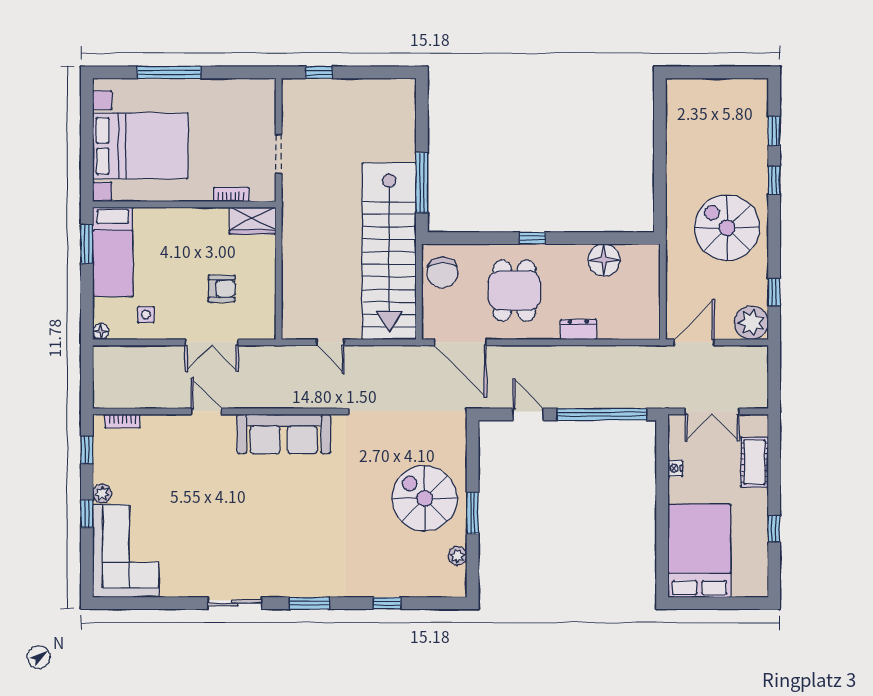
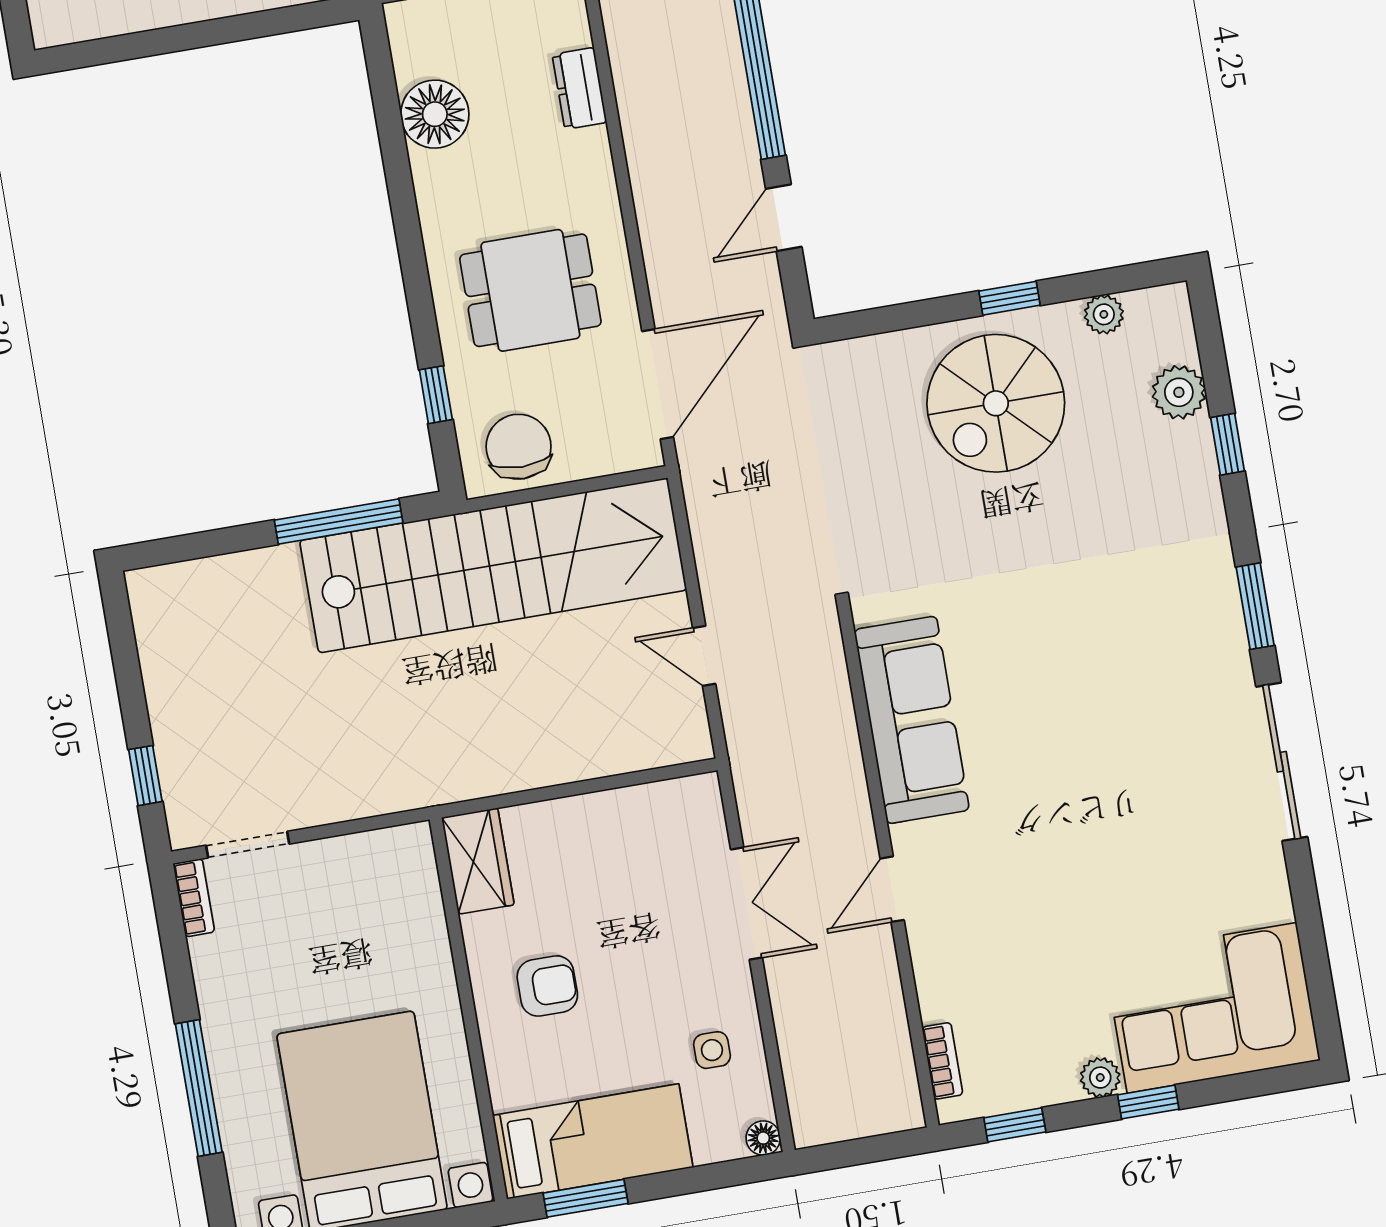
doorway: (279, 154) -> (248, 845), moved
bookcase: (231, 194) -> (194, 898), moved, turned 180
window: (532, 238) -> (436, 395), moved
chair: (442, 273) -> (519, 447), turned -90
armchair: (222, 289) -> (547, 986), moved, turned 90
dresser: (578, 329) -> (579, 88), moved
door: (330, 342) -> (704, 656), swing flipped
window: (473, 513) -> (1009, 298), width x0.67
plant: (415, 585) -> (1179, 392), added
sliding door: (235, 603) -> (1282, 762), width x1.37

